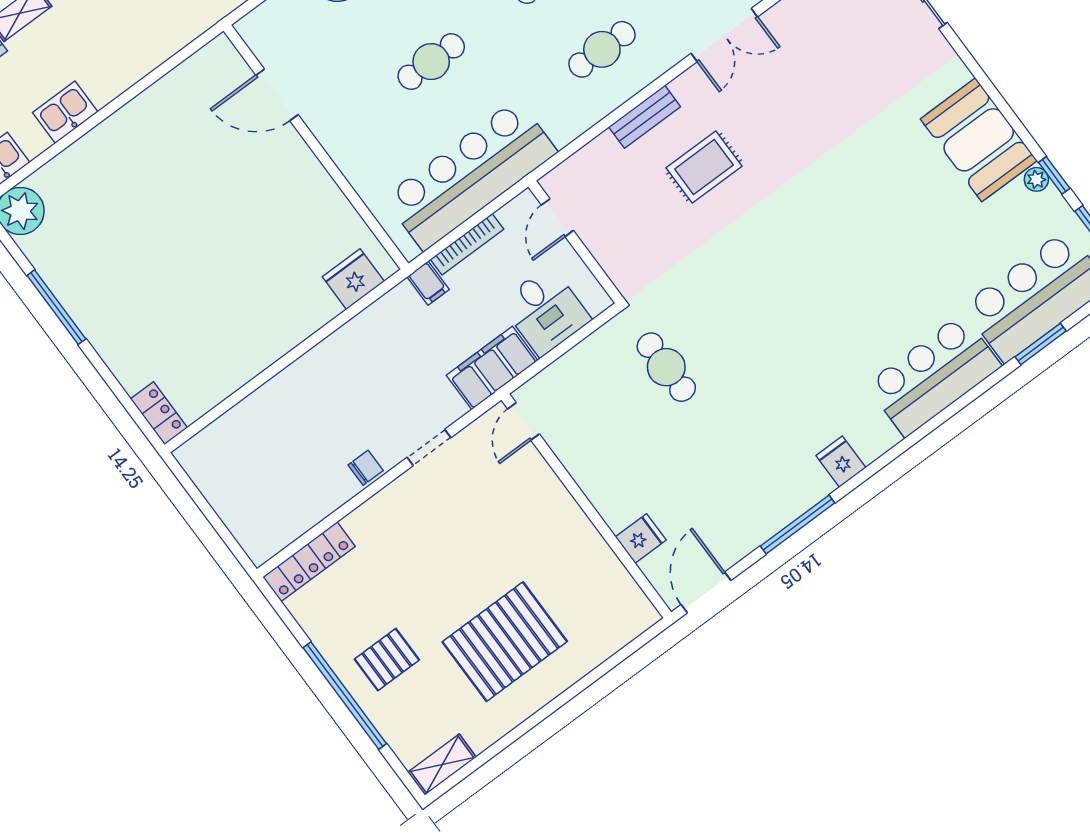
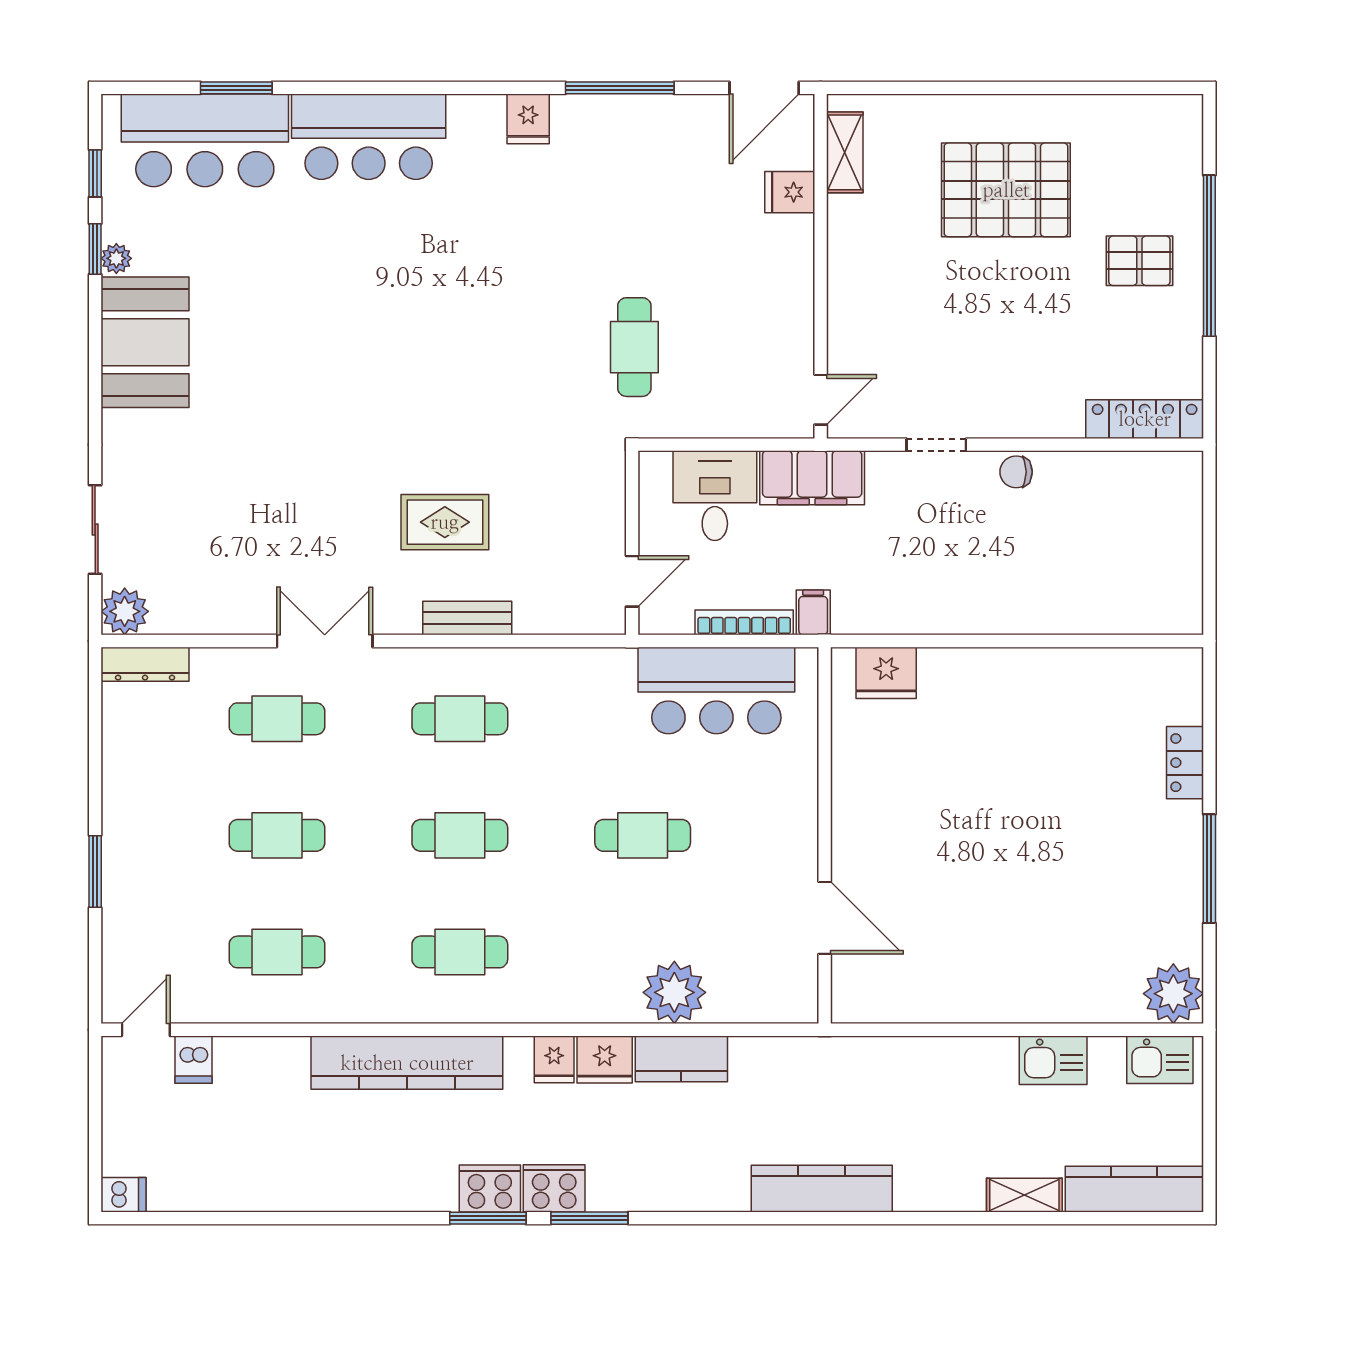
bar counter: (471, 175) -> (716, 690), width x0.73
locker: (159, 413) -> (1185, 763), moved
shelving: (442, 765) -> (845, 152), moved, turned 90

